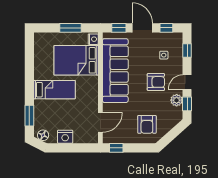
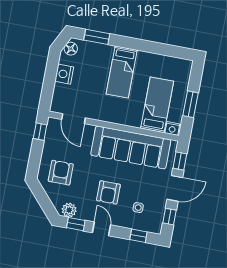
bed: (76, 60) -> (157, 105), width x0.67
plant: (177, 100) -> (69, 210), moved
armchair: (147, 124) -> (61, 173), turned 90

